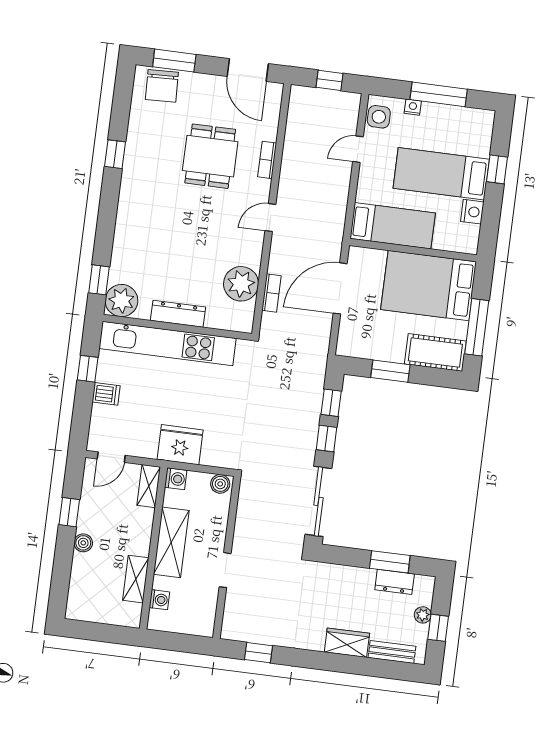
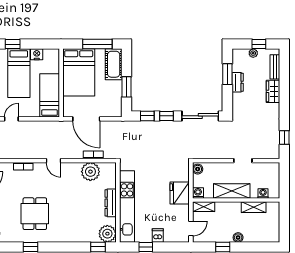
door: (358, 149) -> (11, 119), swing flipped
dining table: (210, 156) -> (35, 214), moved, turned 90
door: (111, 457) -> (191, 229), hinge flipped
dresser: (395, 582) -> (238, 82), moved

